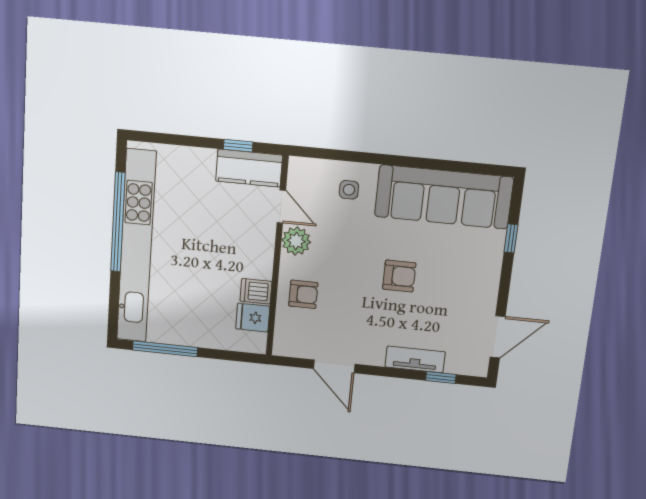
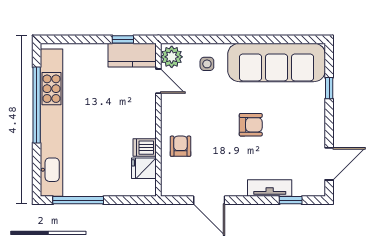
plant: (296, 241) -> (172, 57), moved
armchair: (303, 294) -> (180, 146), turned -90

